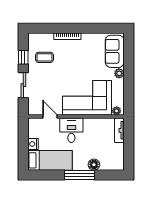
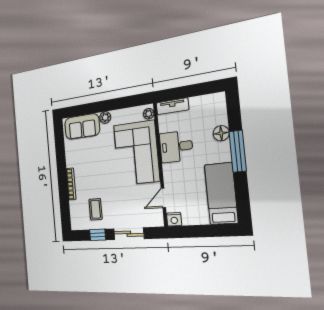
desk: (71, 130) -> (176, 147), moved
nightstand: (33, 144) -> (174, 219), moved

